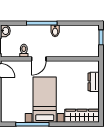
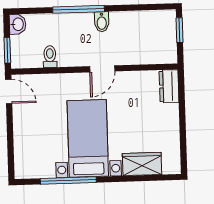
door: (39, 59) -> (102, 69), moved
dresser: (94, 82) -> (169, 86), moved
wardrobe: (82, 116) -> (142, 164), width x0.67

